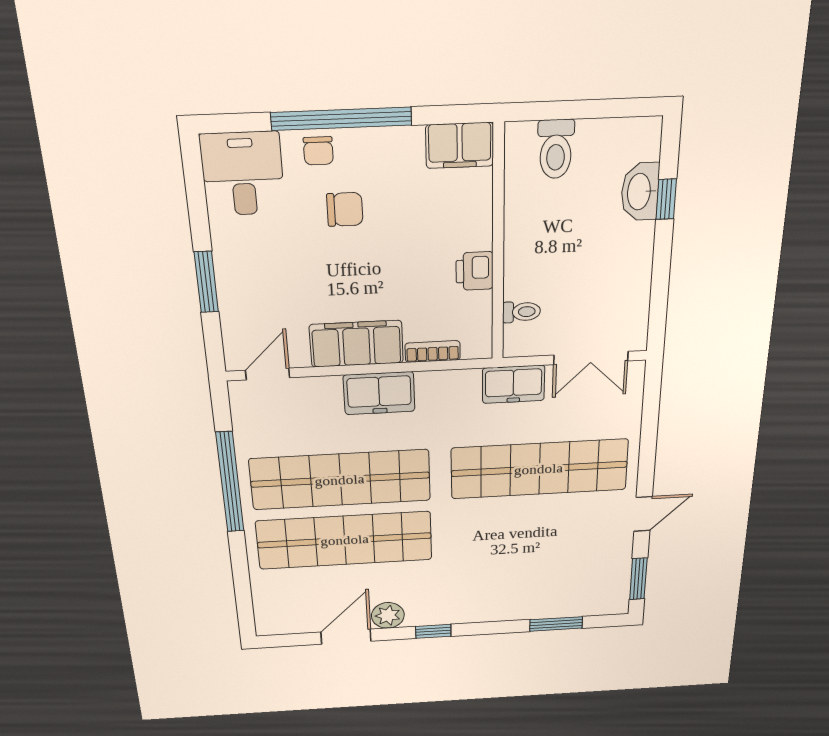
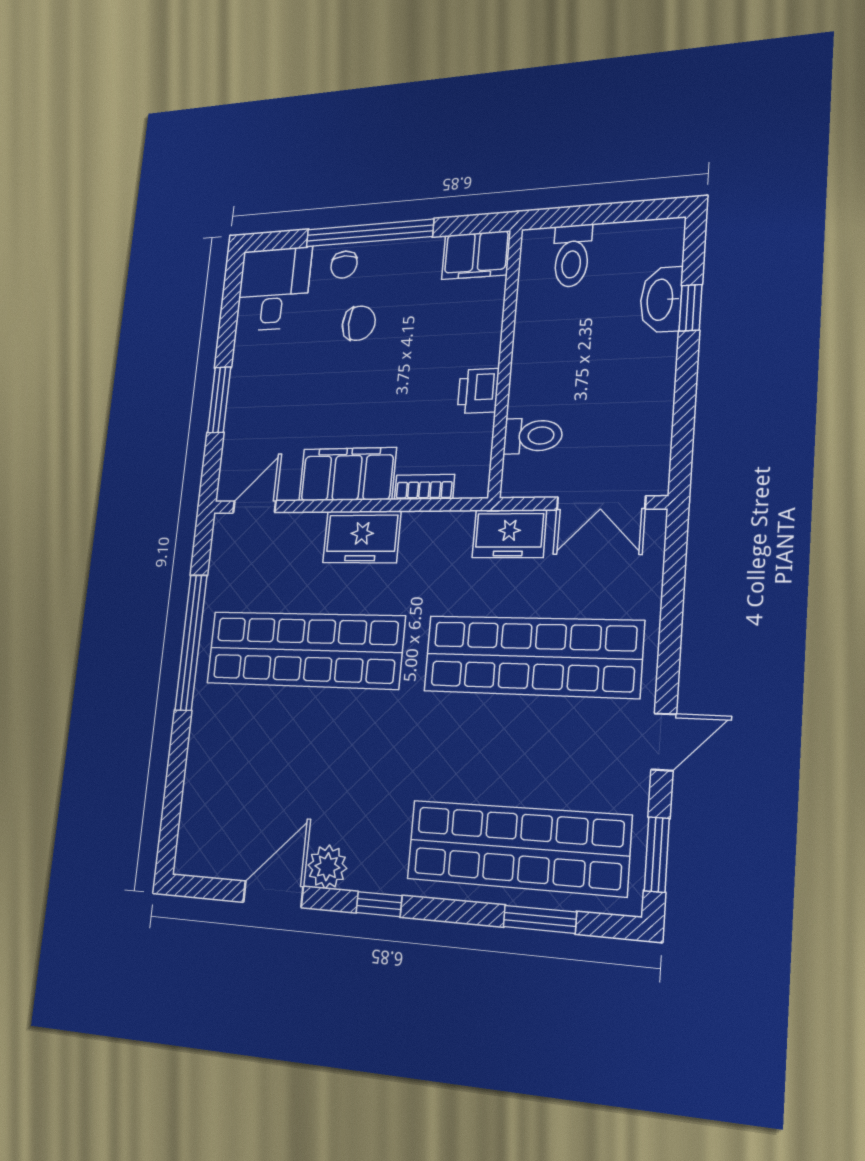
toilet: (522, 312) -> (533, 436), width x1.37, depth x1.39
shop shelf: (345, 540) -> (517, 847), moved

